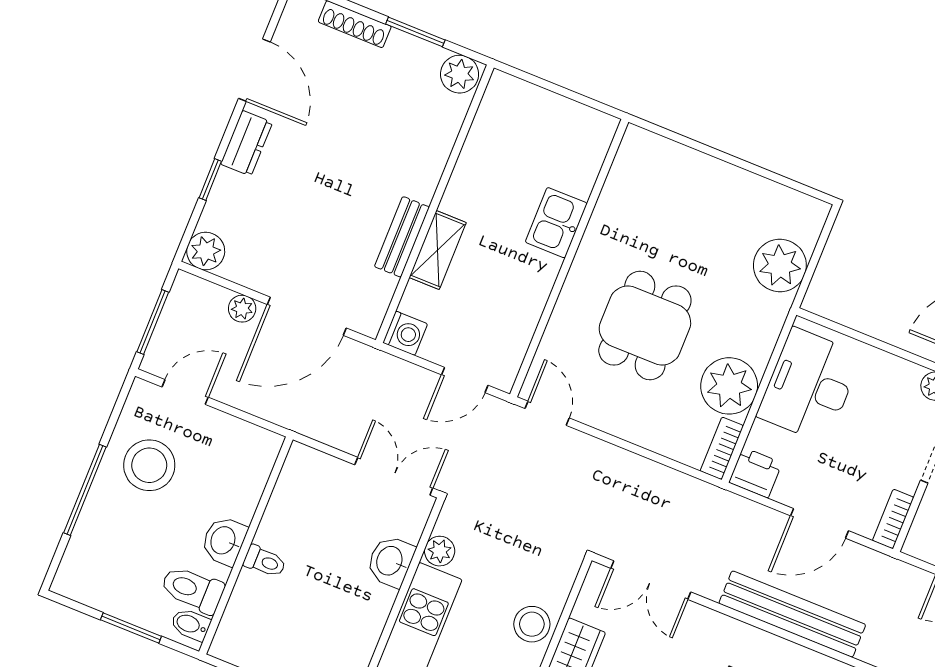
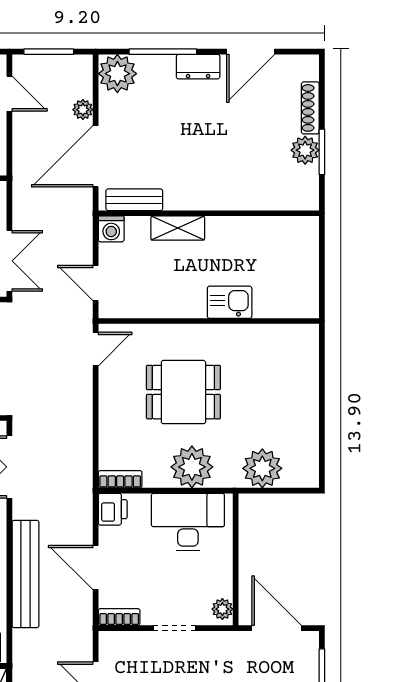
plant: (460, 74) -> (305, 150), moved
window: (210, 180) -> (163, 52), width x2.17
bench: (402, 237) -> (134, 200), moved
plant: (206, 251) -> (117, 74), width x1.36, depth x1.36
door: (307, 316) -> (96, 156), hinge flipped
plant: (729, 386) -> (192, 467), moved

